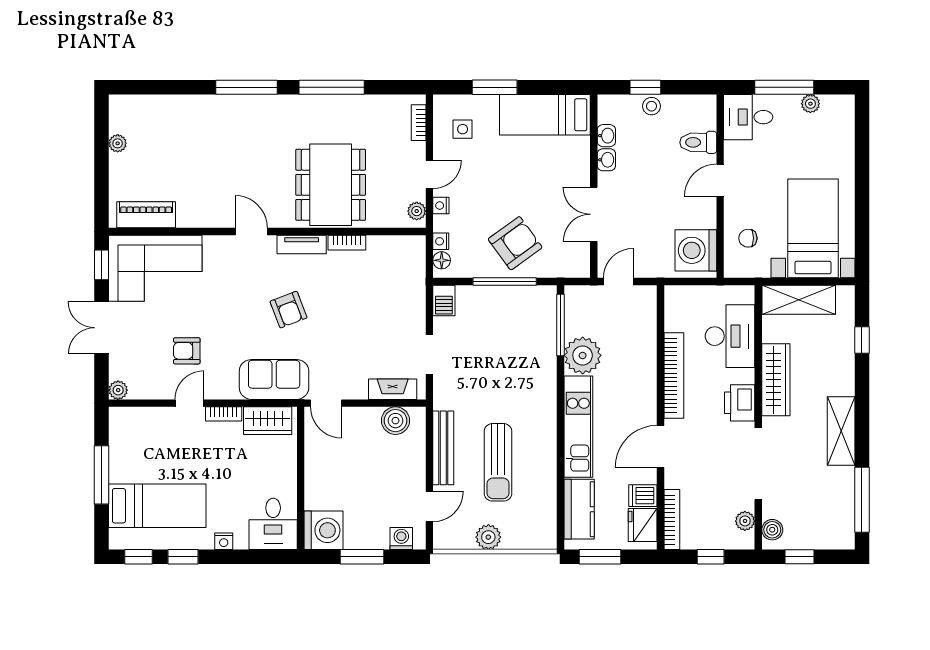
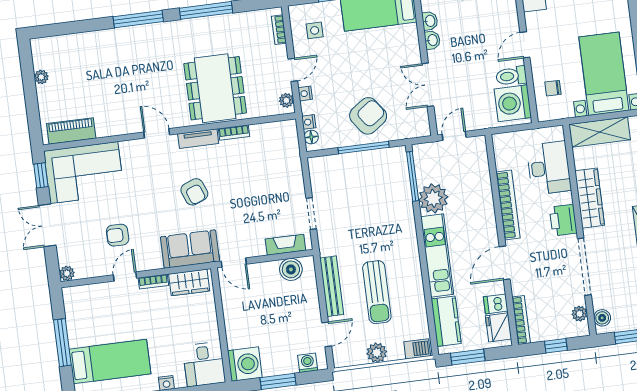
toilet: (698, 142) -> (511, 76), moved
barbecue: (444, 301) -> (417, 349), moved, turned -90

